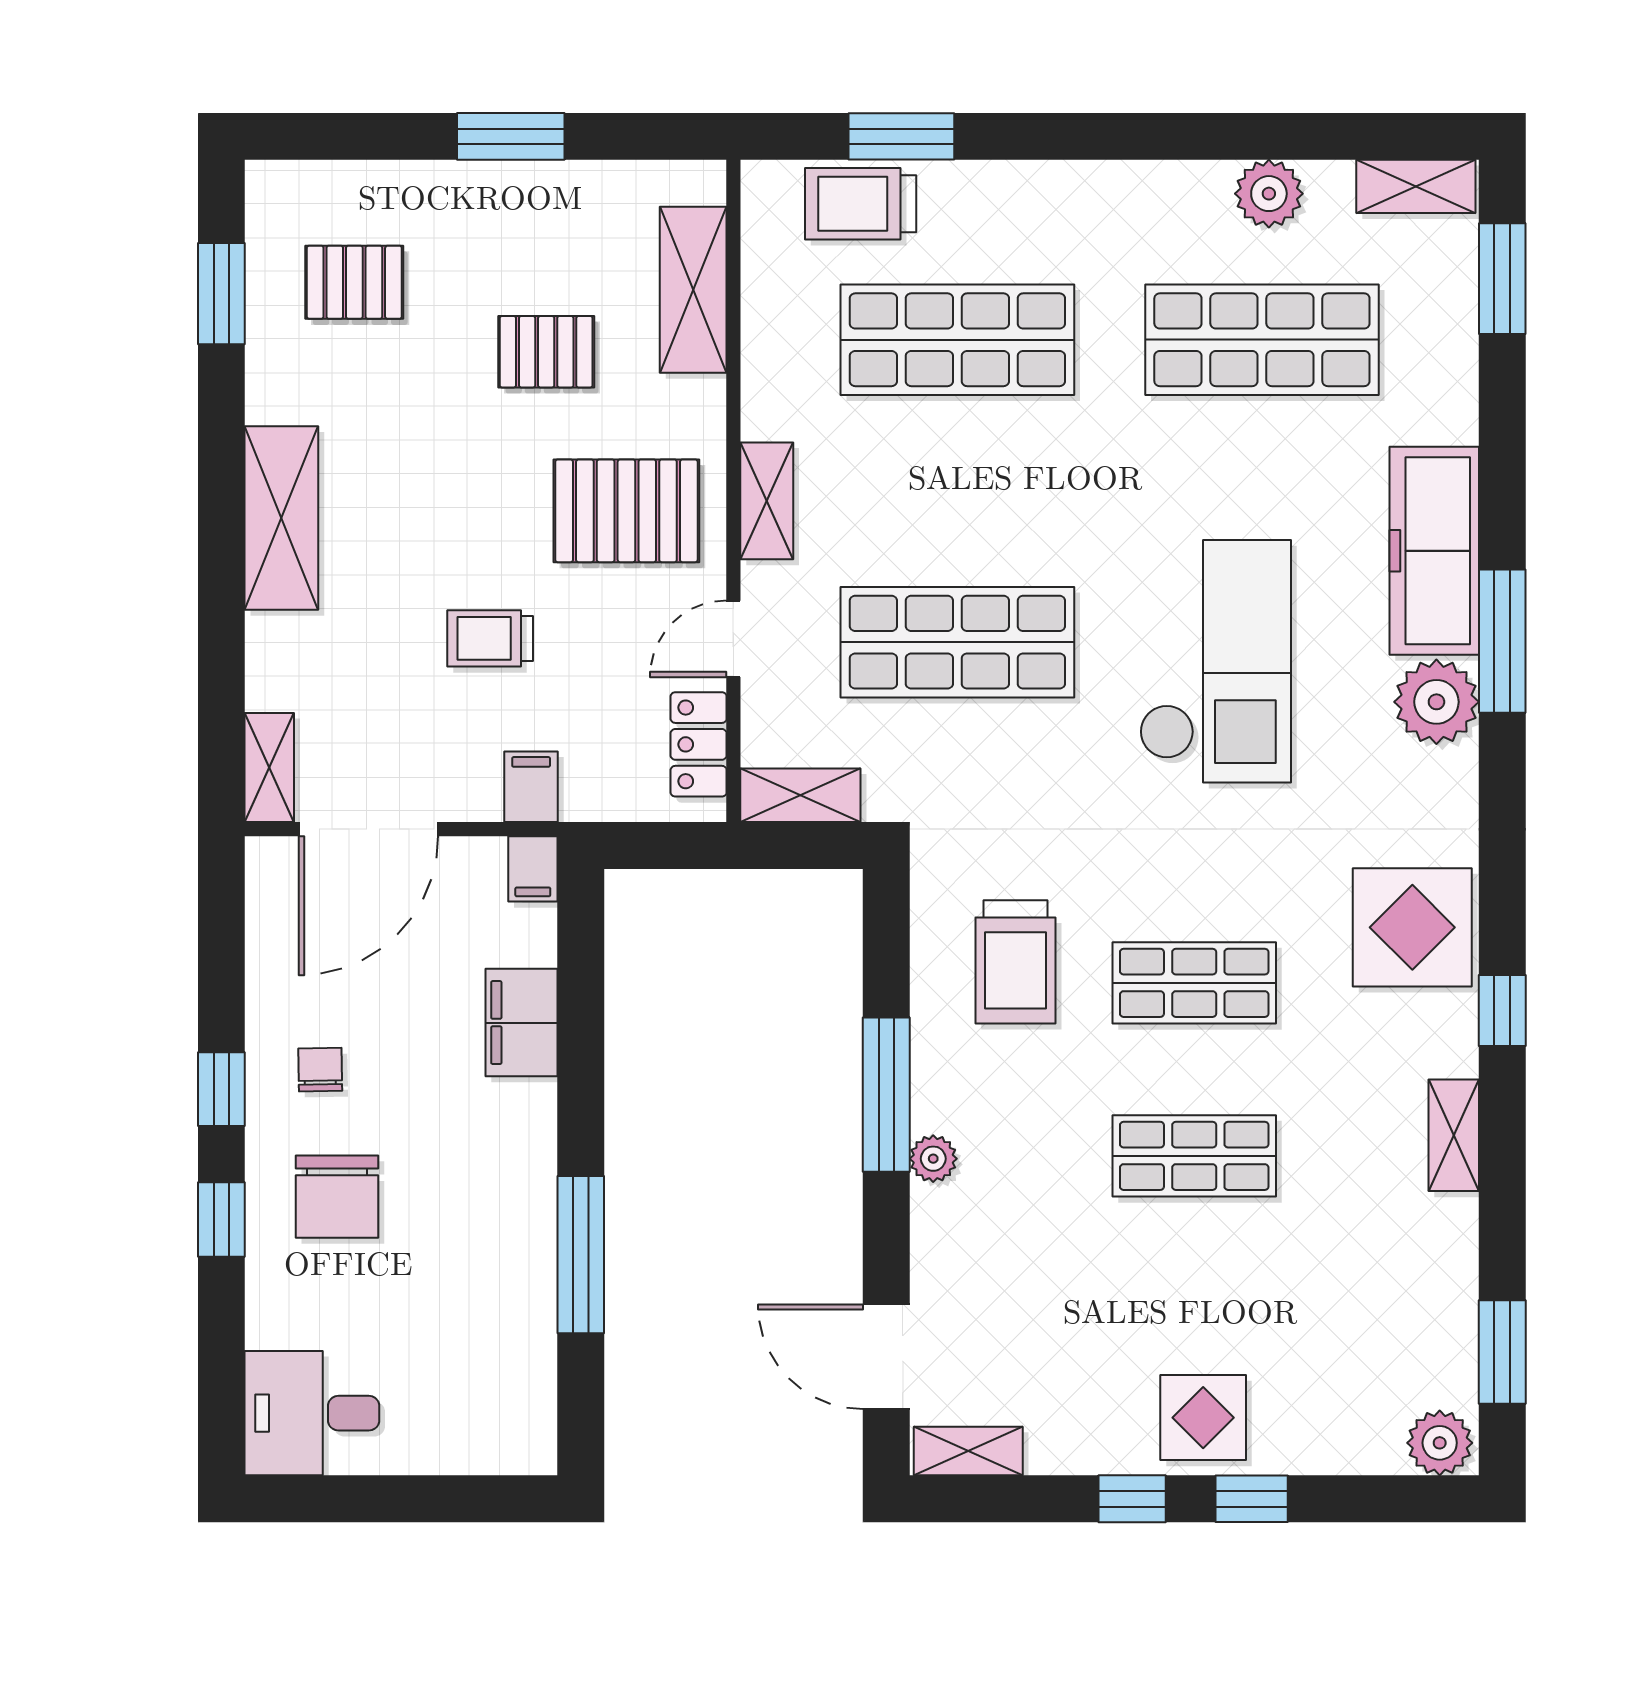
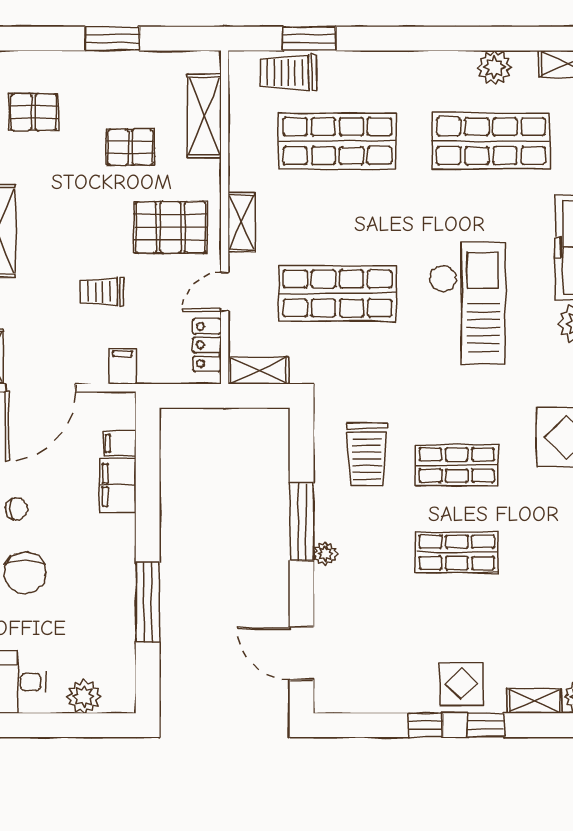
filing cabinet: (533, 869) -> (119, 443), moved, turned 90
chair: (320, 1070) -> (16, 509), turned 86
plant: (454, 1442) -> (84, 696), added
shelving: (968, 1451) -> (534, 701), moved

